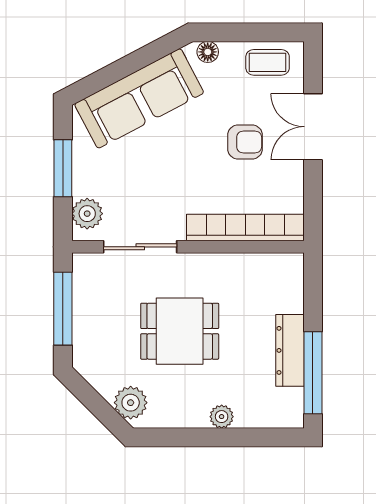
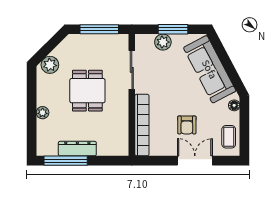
plant: (87, 214) -> (163, 42), moved

